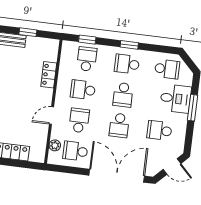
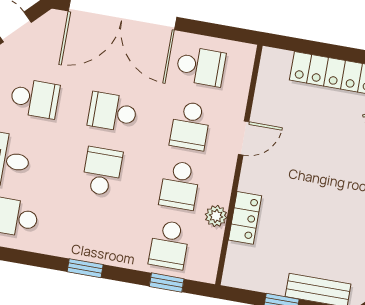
school desk: (127, 64) -> (92, 231), removed
school desk: (83, 90) -> (180, 185), turned 90
school desk: (119, 125) -> (112, 112), turned -90
plant: (55, 145) -> (216, 216), moved

